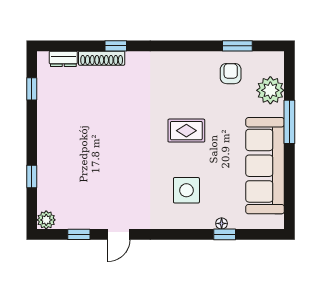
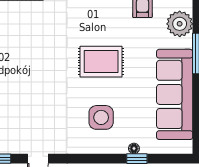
rug: (186, 131) -> (101, 62), width x1.36, depth x1.43

